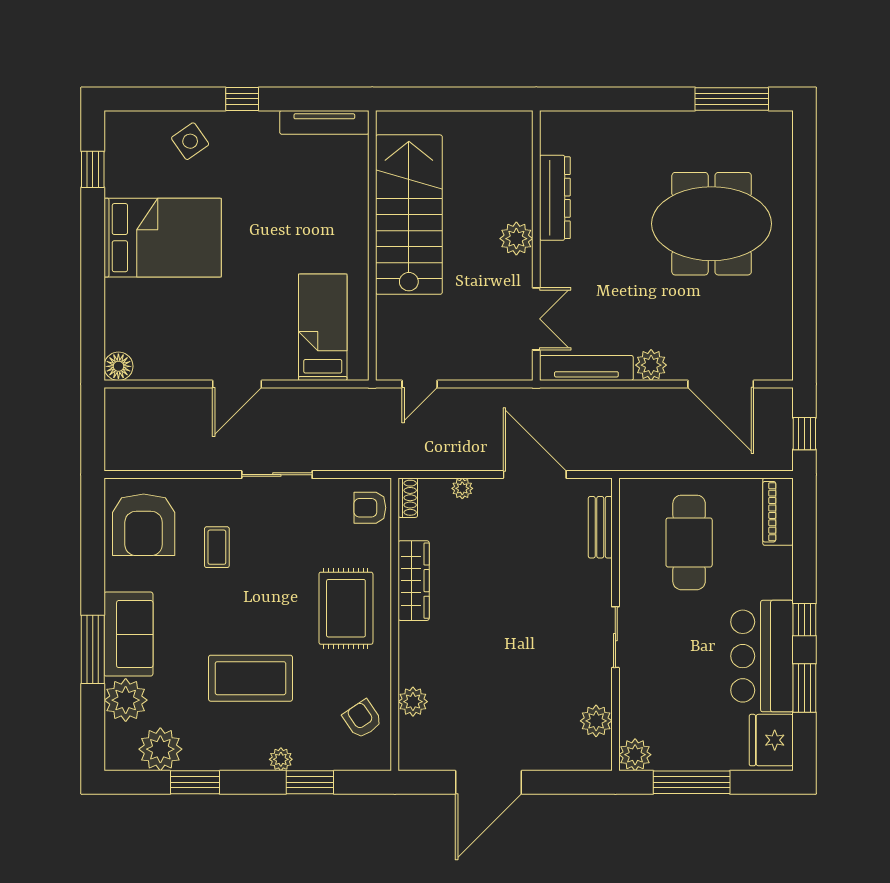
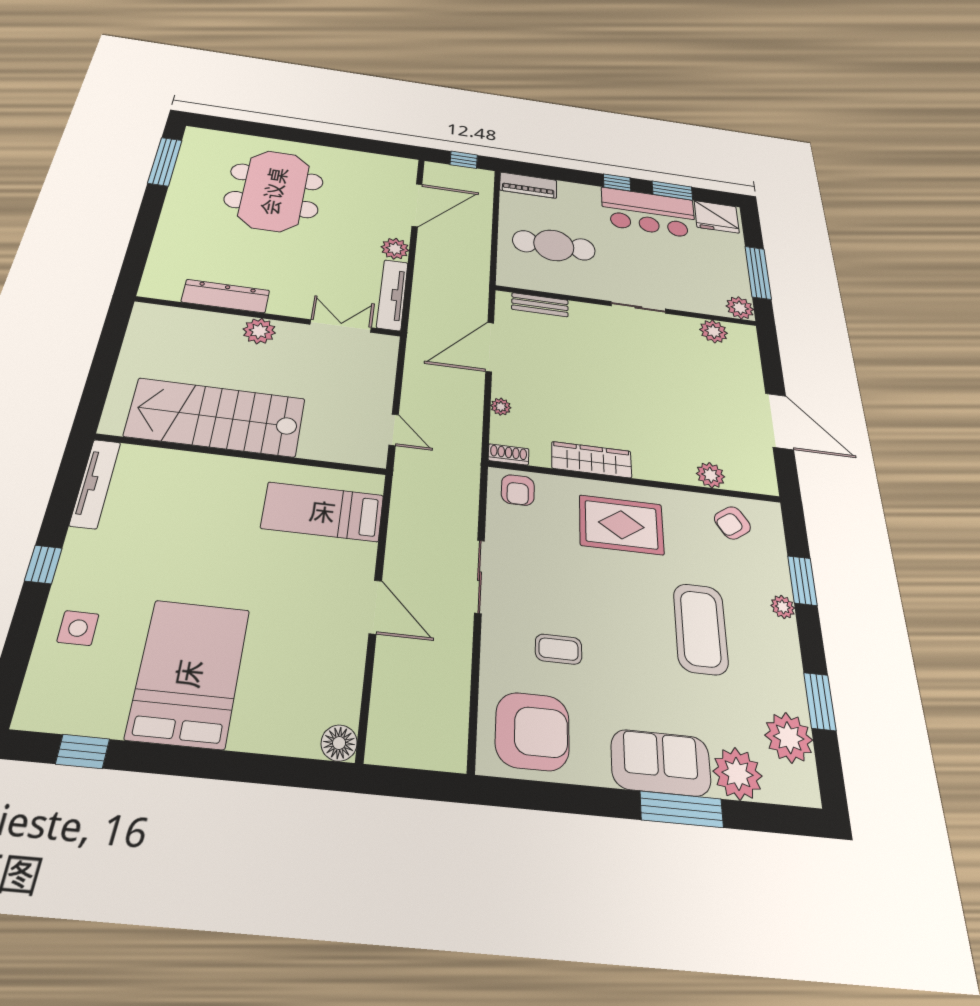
side table: (190, 141) -> (78, 628), turned 35

